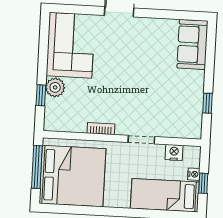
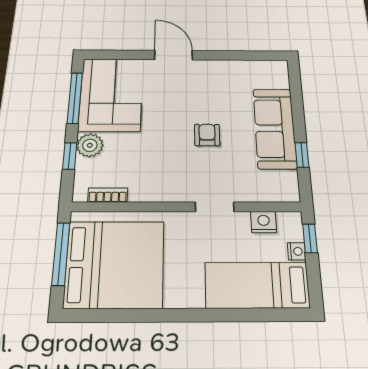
sofa: (192, 44) -> (275, 128), moved, width x1.36
window: (43, 47) -> (75, 98), added
armchair: (140, 83) -> (207, 135), added
bookcase: (101, 129) -> (108, 195), moved
window: (203, 183) -> (310, 238), moved

